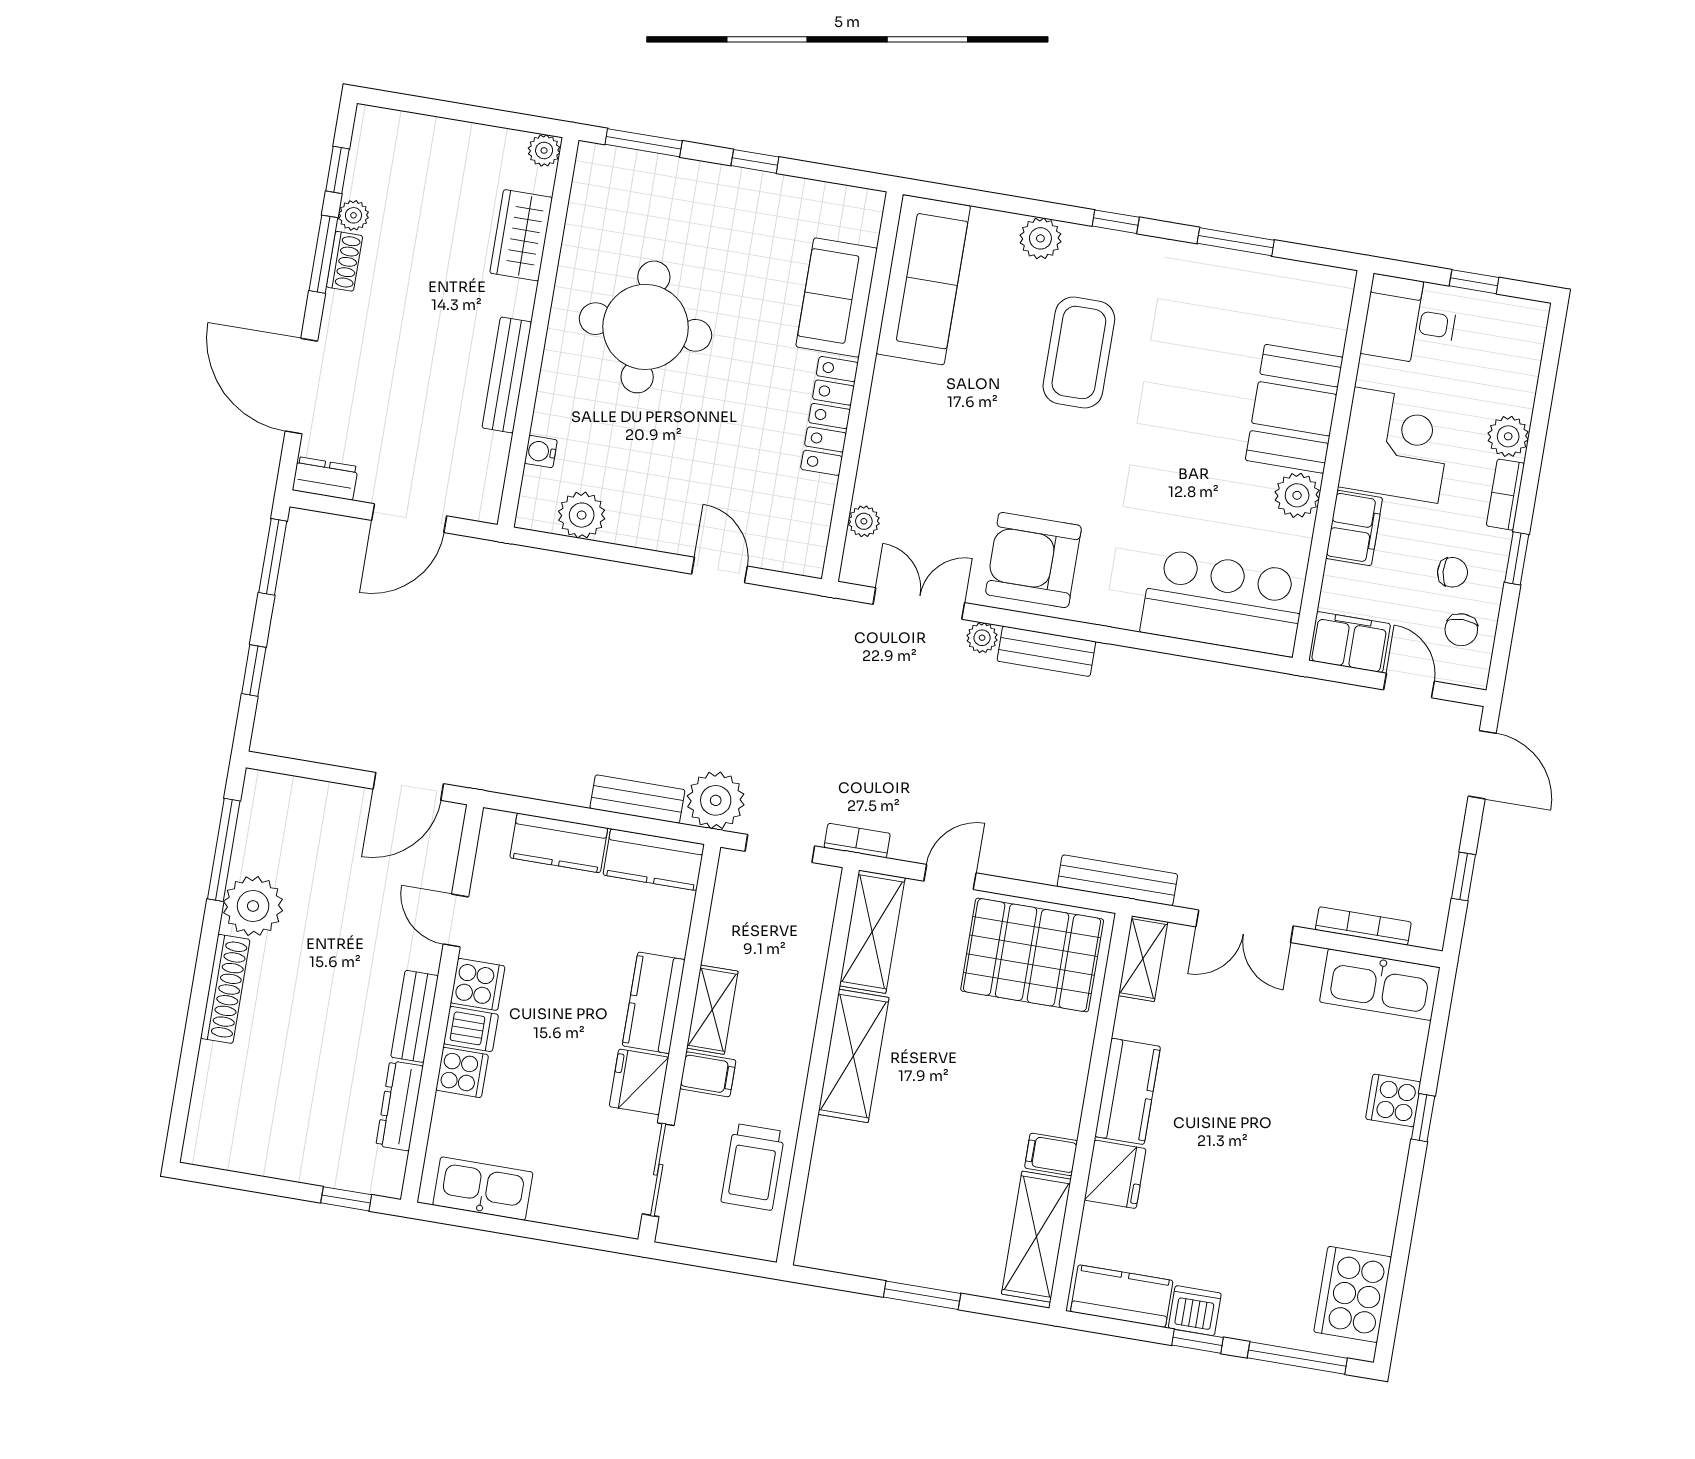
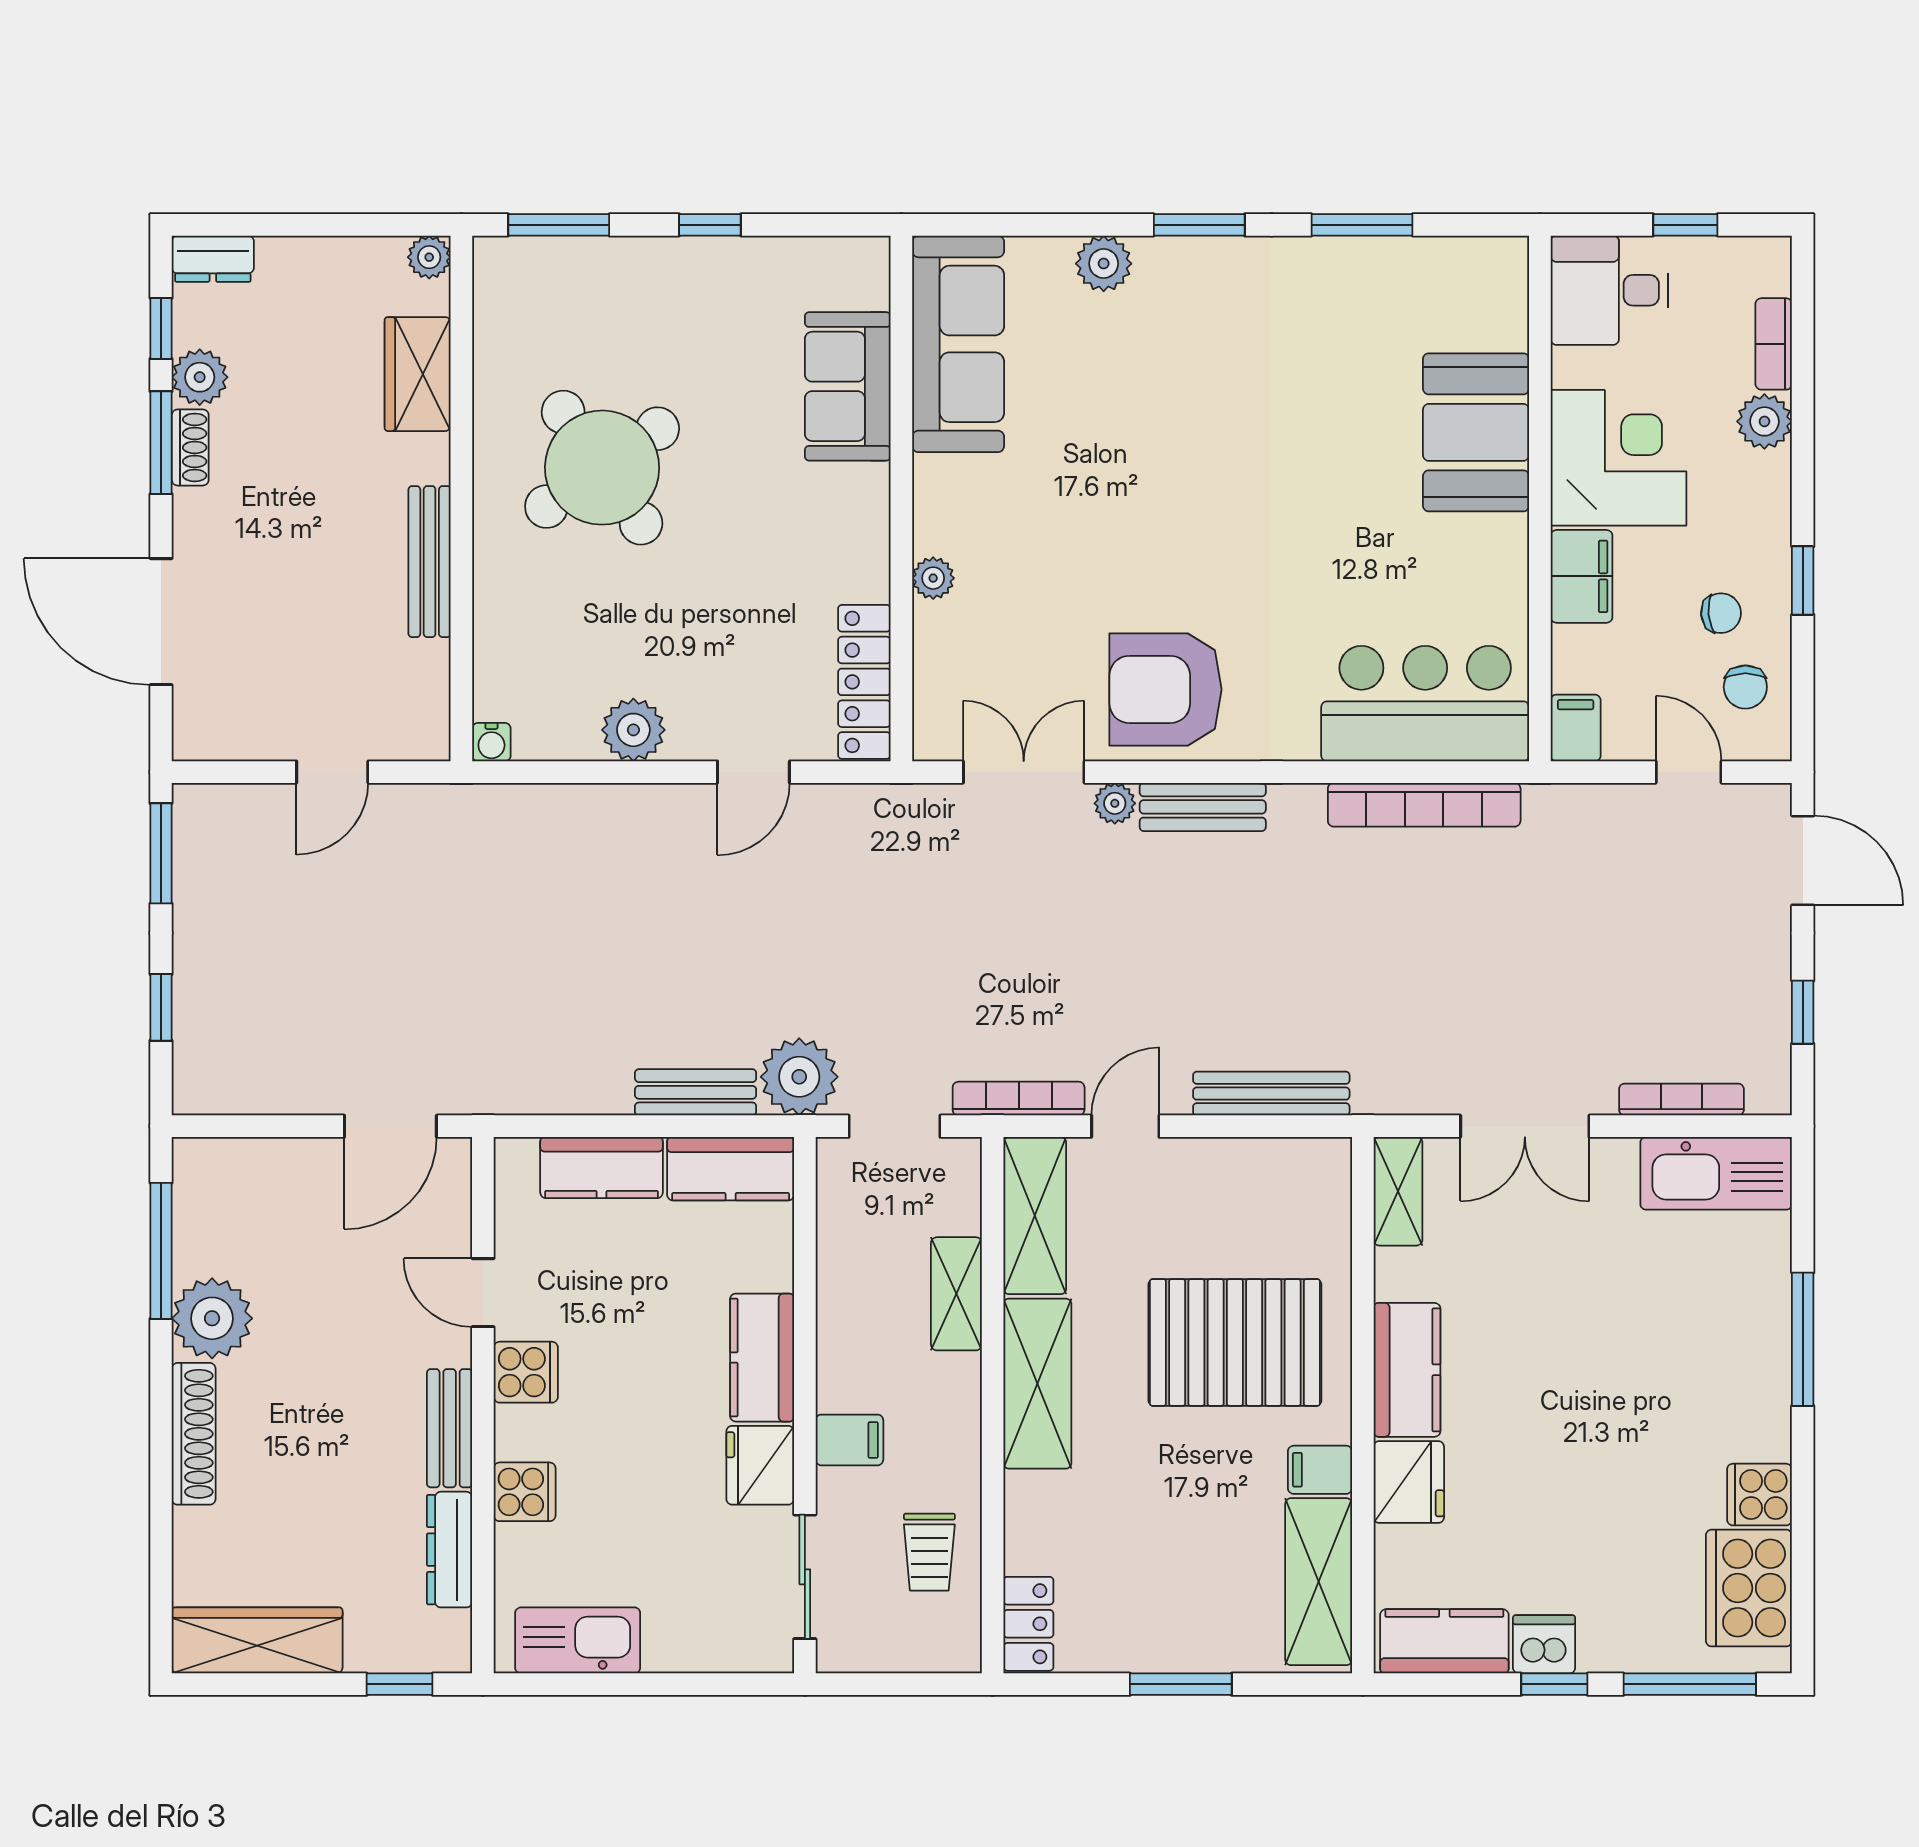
plant: (353, 215) -> (200, 377), width x1.38, depth x1.38
window: (1116, 222) -> (1199, 225), width x1.50
round table: (646, 327) -> (602, 468), turned -35
coffee table: (1079, 352) -> (1180, 406), removed
locker: (829, 416) -> (864, 682), moved
water cooler: (541, 452) -> (491, 742), moved, turned -90
dresser: (325, 478) -> (213, 259), moved, turned 180
plant: (1297, 495) -> (1499, 546), removed
bookcase: (1505, 495) -> (1774, 344), moved
plant: (582, 515) -> (633, 730), moved
door: (409, 518) -> (332, 772), width x0.73
plant: (864, 521) -> (933, 578), moved
door: (720, 570) -> (753, 772), swing flipped
filing cabinet: (1350, 642) -> (1576, 728), width x0.50
bookcase: (1210, 677) -> (1424, 805), added
bookcase: (857, 841) -> (1019, 1099), width x1.56
bench: (1117, 880) -> (1271, 1094), moved
pallet: (1032, 955) -> (1235, 1342), moved
shelving: (712, 1010) -> (956, 1294), moved
dishwasher: (471, 1029) -> (527, 1433), removed
cooker: (1393, 1100) -> (1759, 1495), moved
window: (1423, 1118) -> (1803, 1339), width x2.17
wardrobe: (247, 1149) -> (257, 1640), added
trolley: (753, 1167) -> (929, 1552), width x0.73, depth x0.72
locker: (817, 1232) -> (1028, 1624), added

